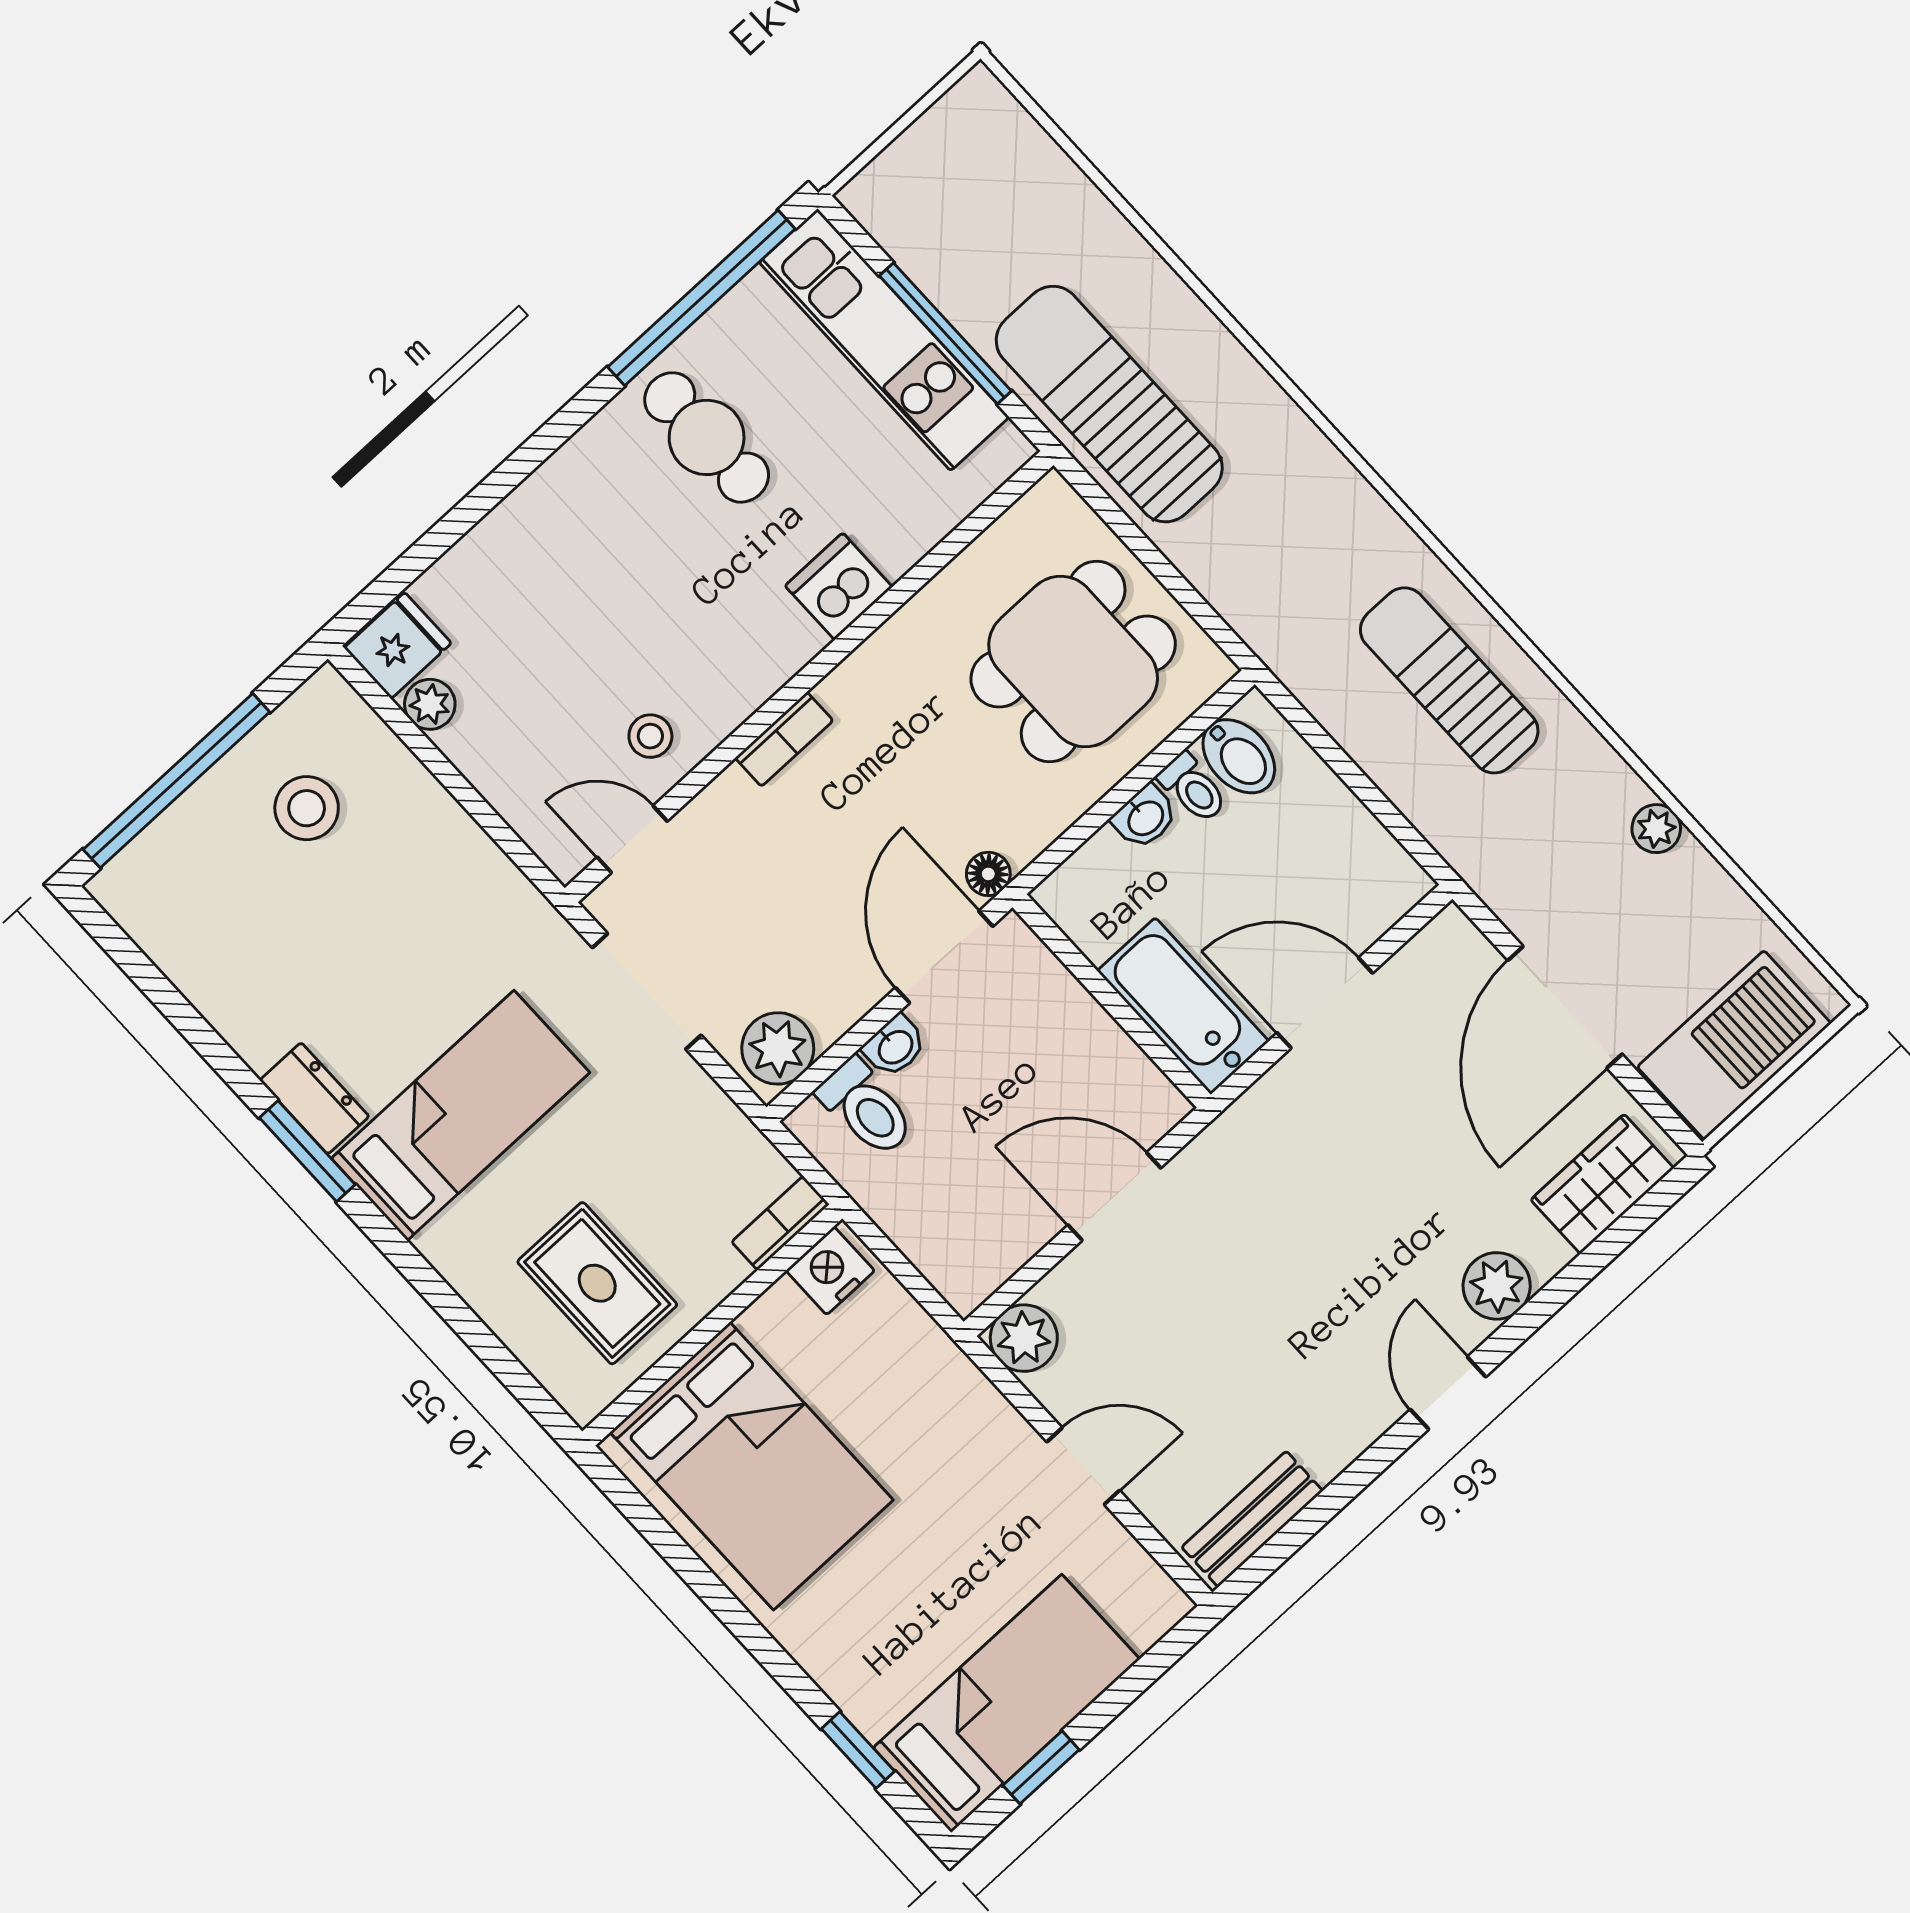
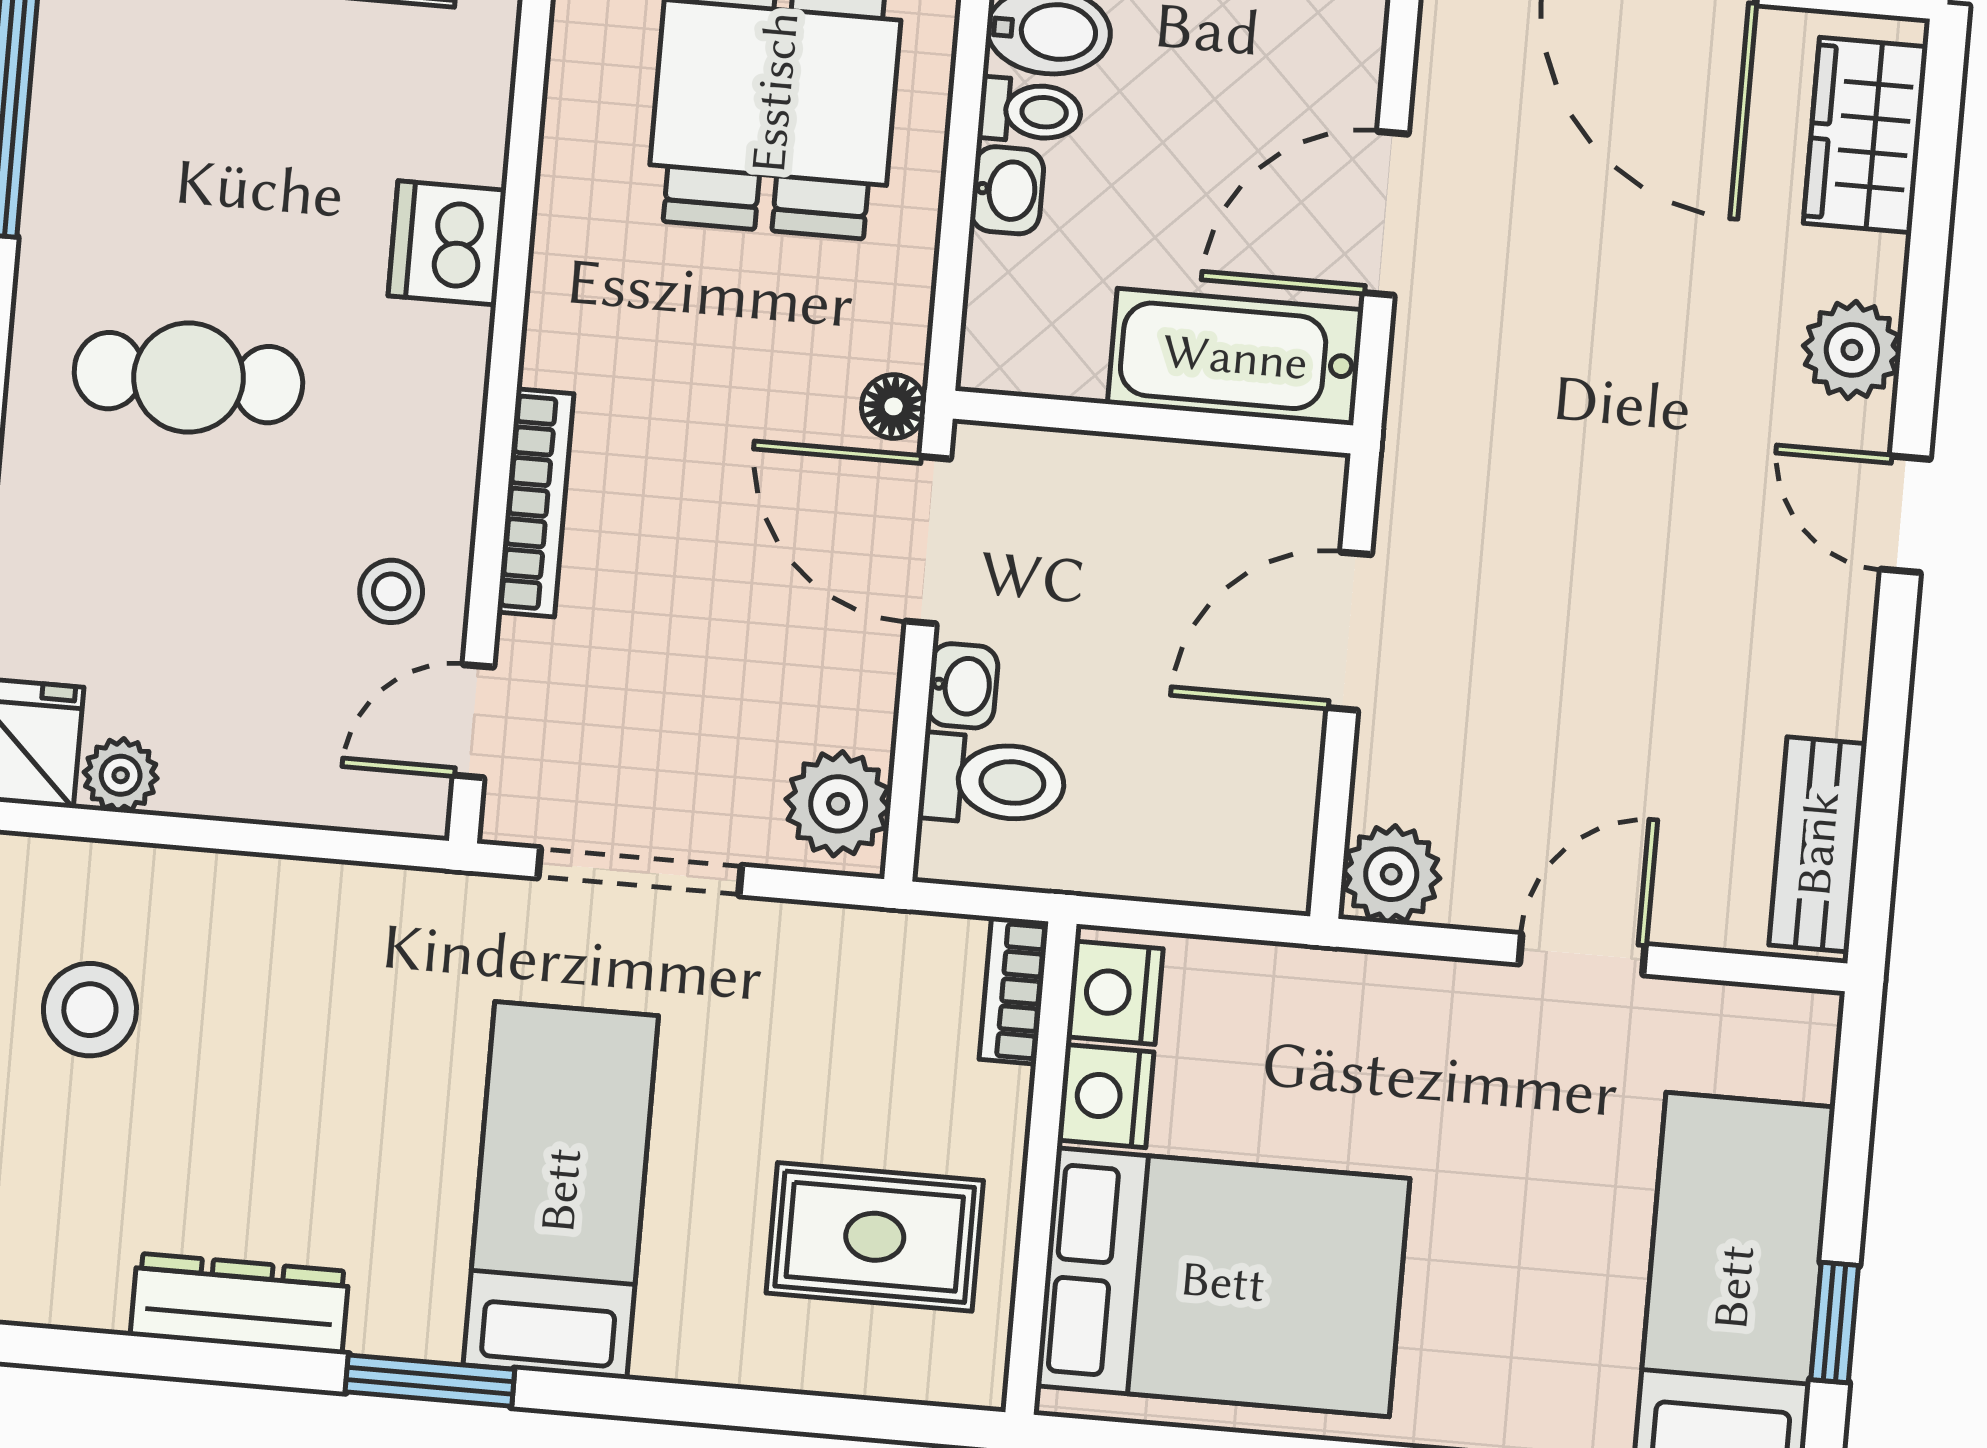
cafe table: (707, 437) -> (188, 378), moved
bookcase: (784, 739) -> (535, 503), width x1.56
dresser: (314, 1098) -> (240, 1304), moved, width x1.44
nightstand: (778, 1319) -> (1106, 1096), added

